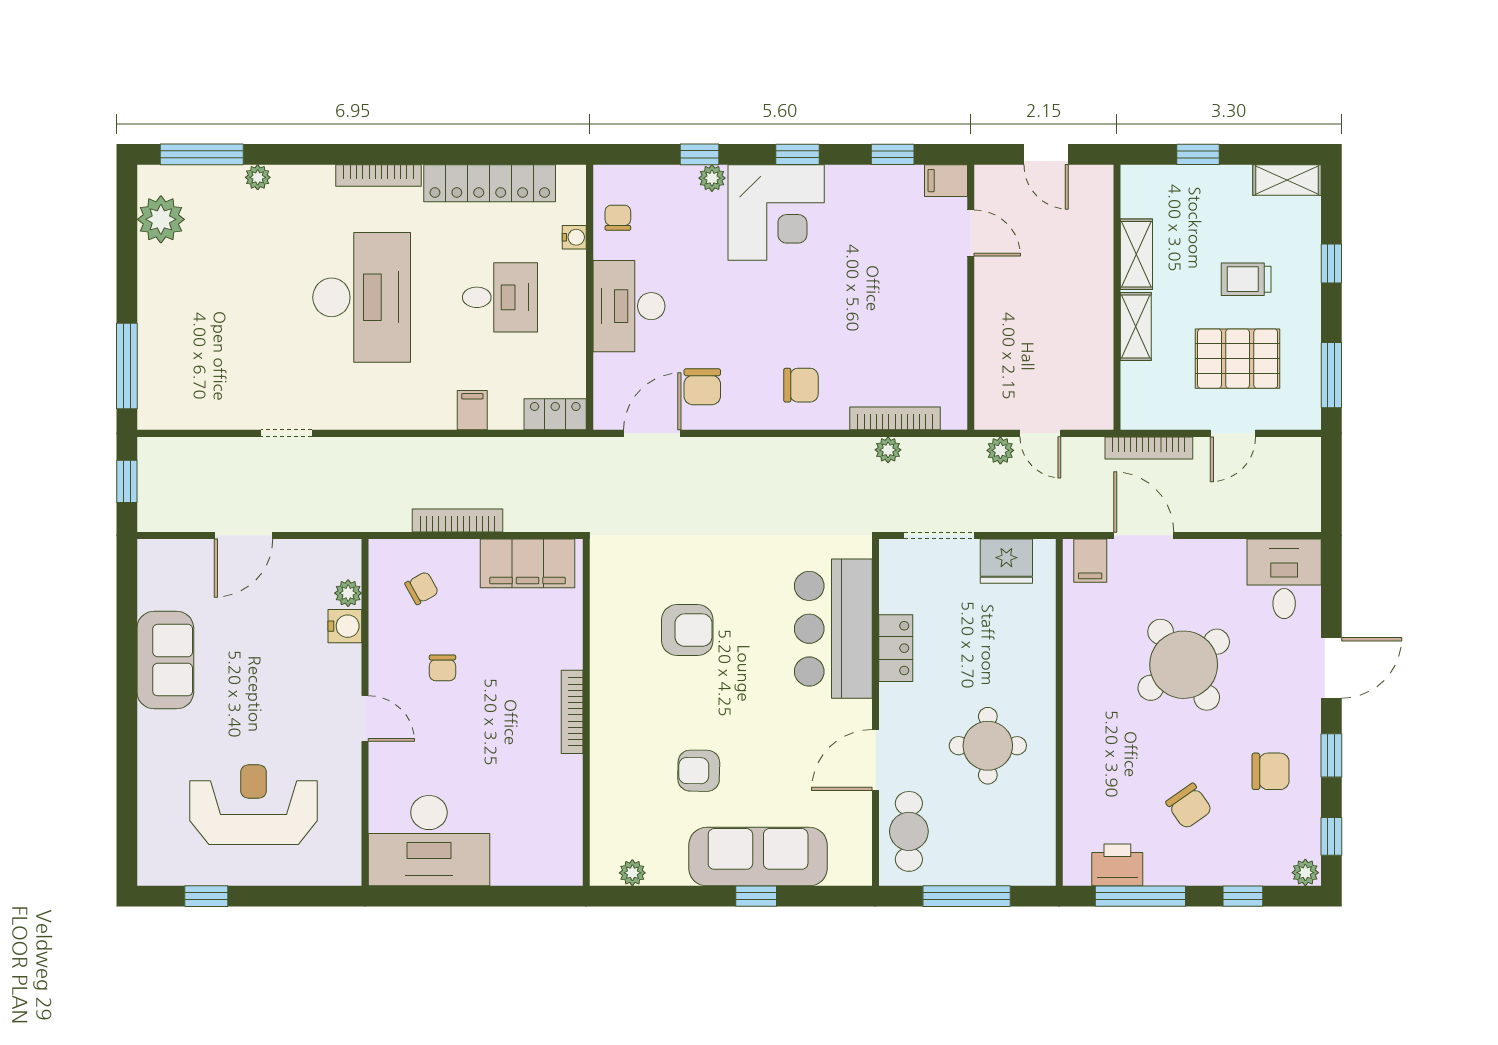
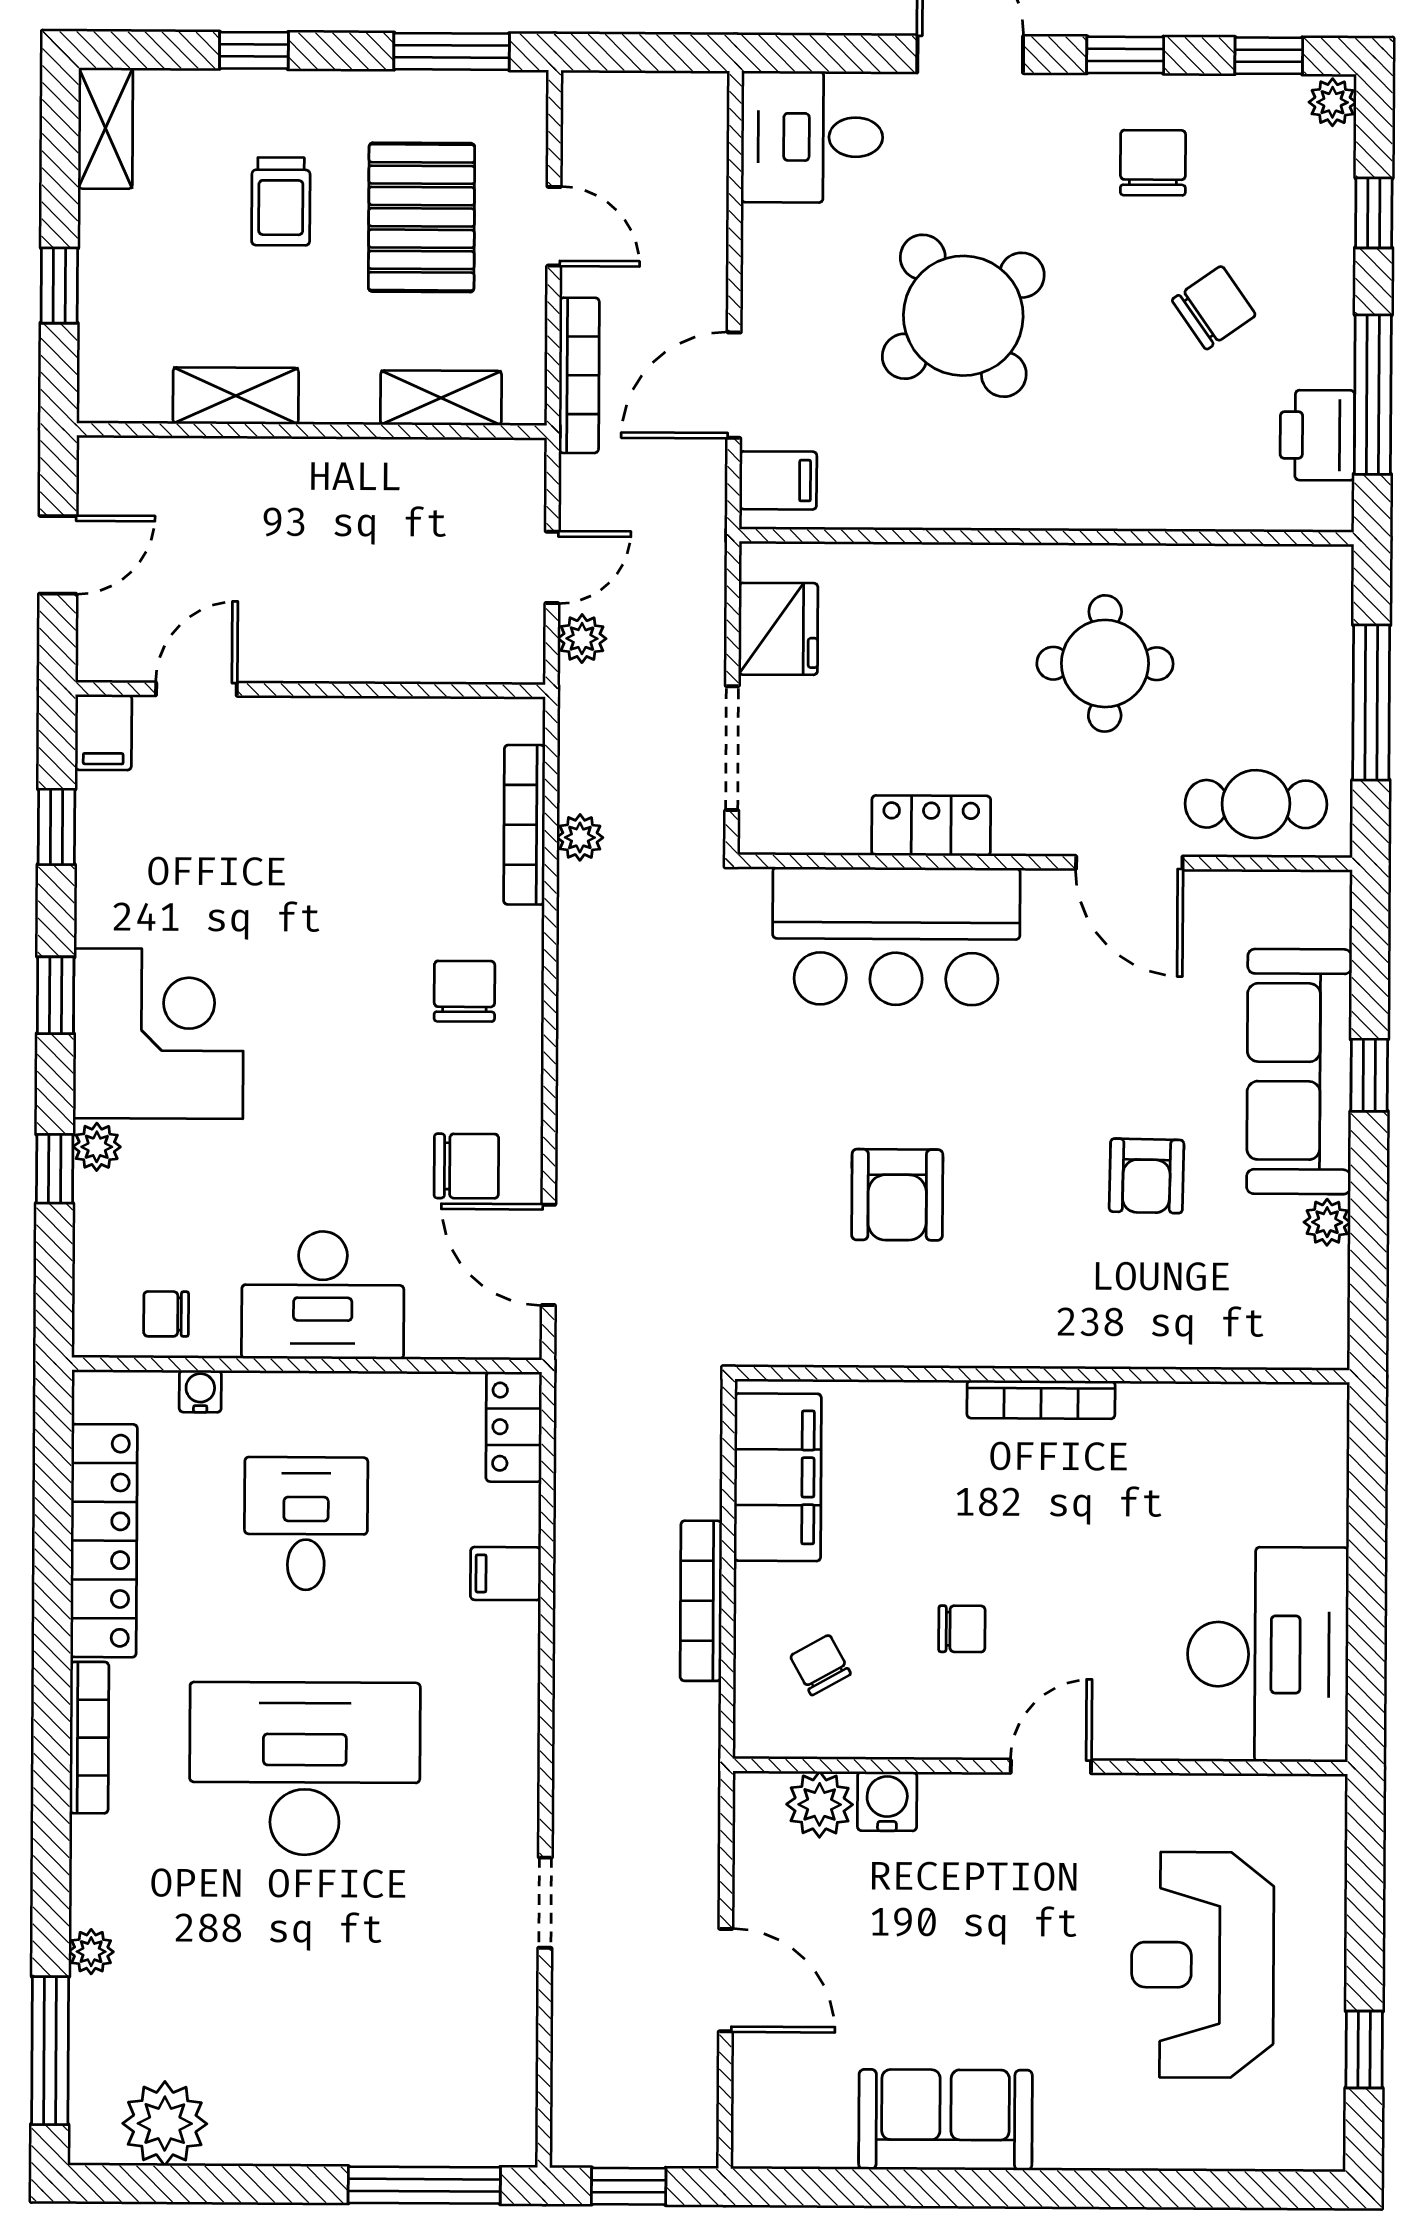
shelving: (1136, 327) -> (441, 398), moved
plant: (348, 593) -> (820, 1804), width x1.38, depth x1.38
armchair: (687, 630) -> (897, 1195), turned 180
plant: (632, 873) -> (1327, 1222), moved

